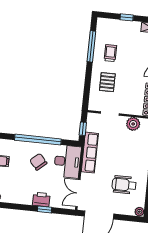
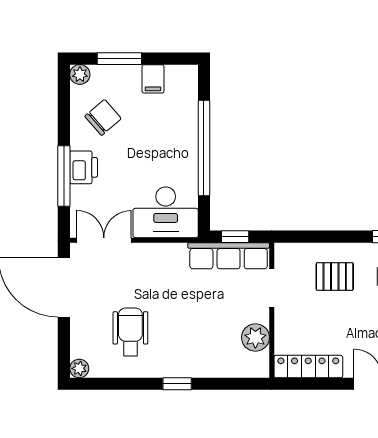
row of seats: (90, 153) -> (229, 256), moved
chair: (38, 162) -> (103, 117), moved
window: (44, 209) -> (64, 176), width x2.17

